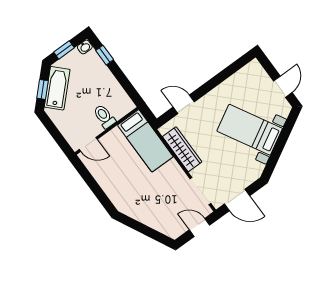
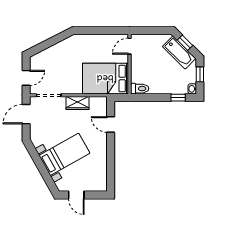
door: (184, 104) -> (111, 125), swing flipped
toilet: (104, 116) -> (140, 89), moved
bed: (145, 141) -> (105, 79), width x1.50
wardrobe: (182, 149) -> (78, 103), width x0.67

